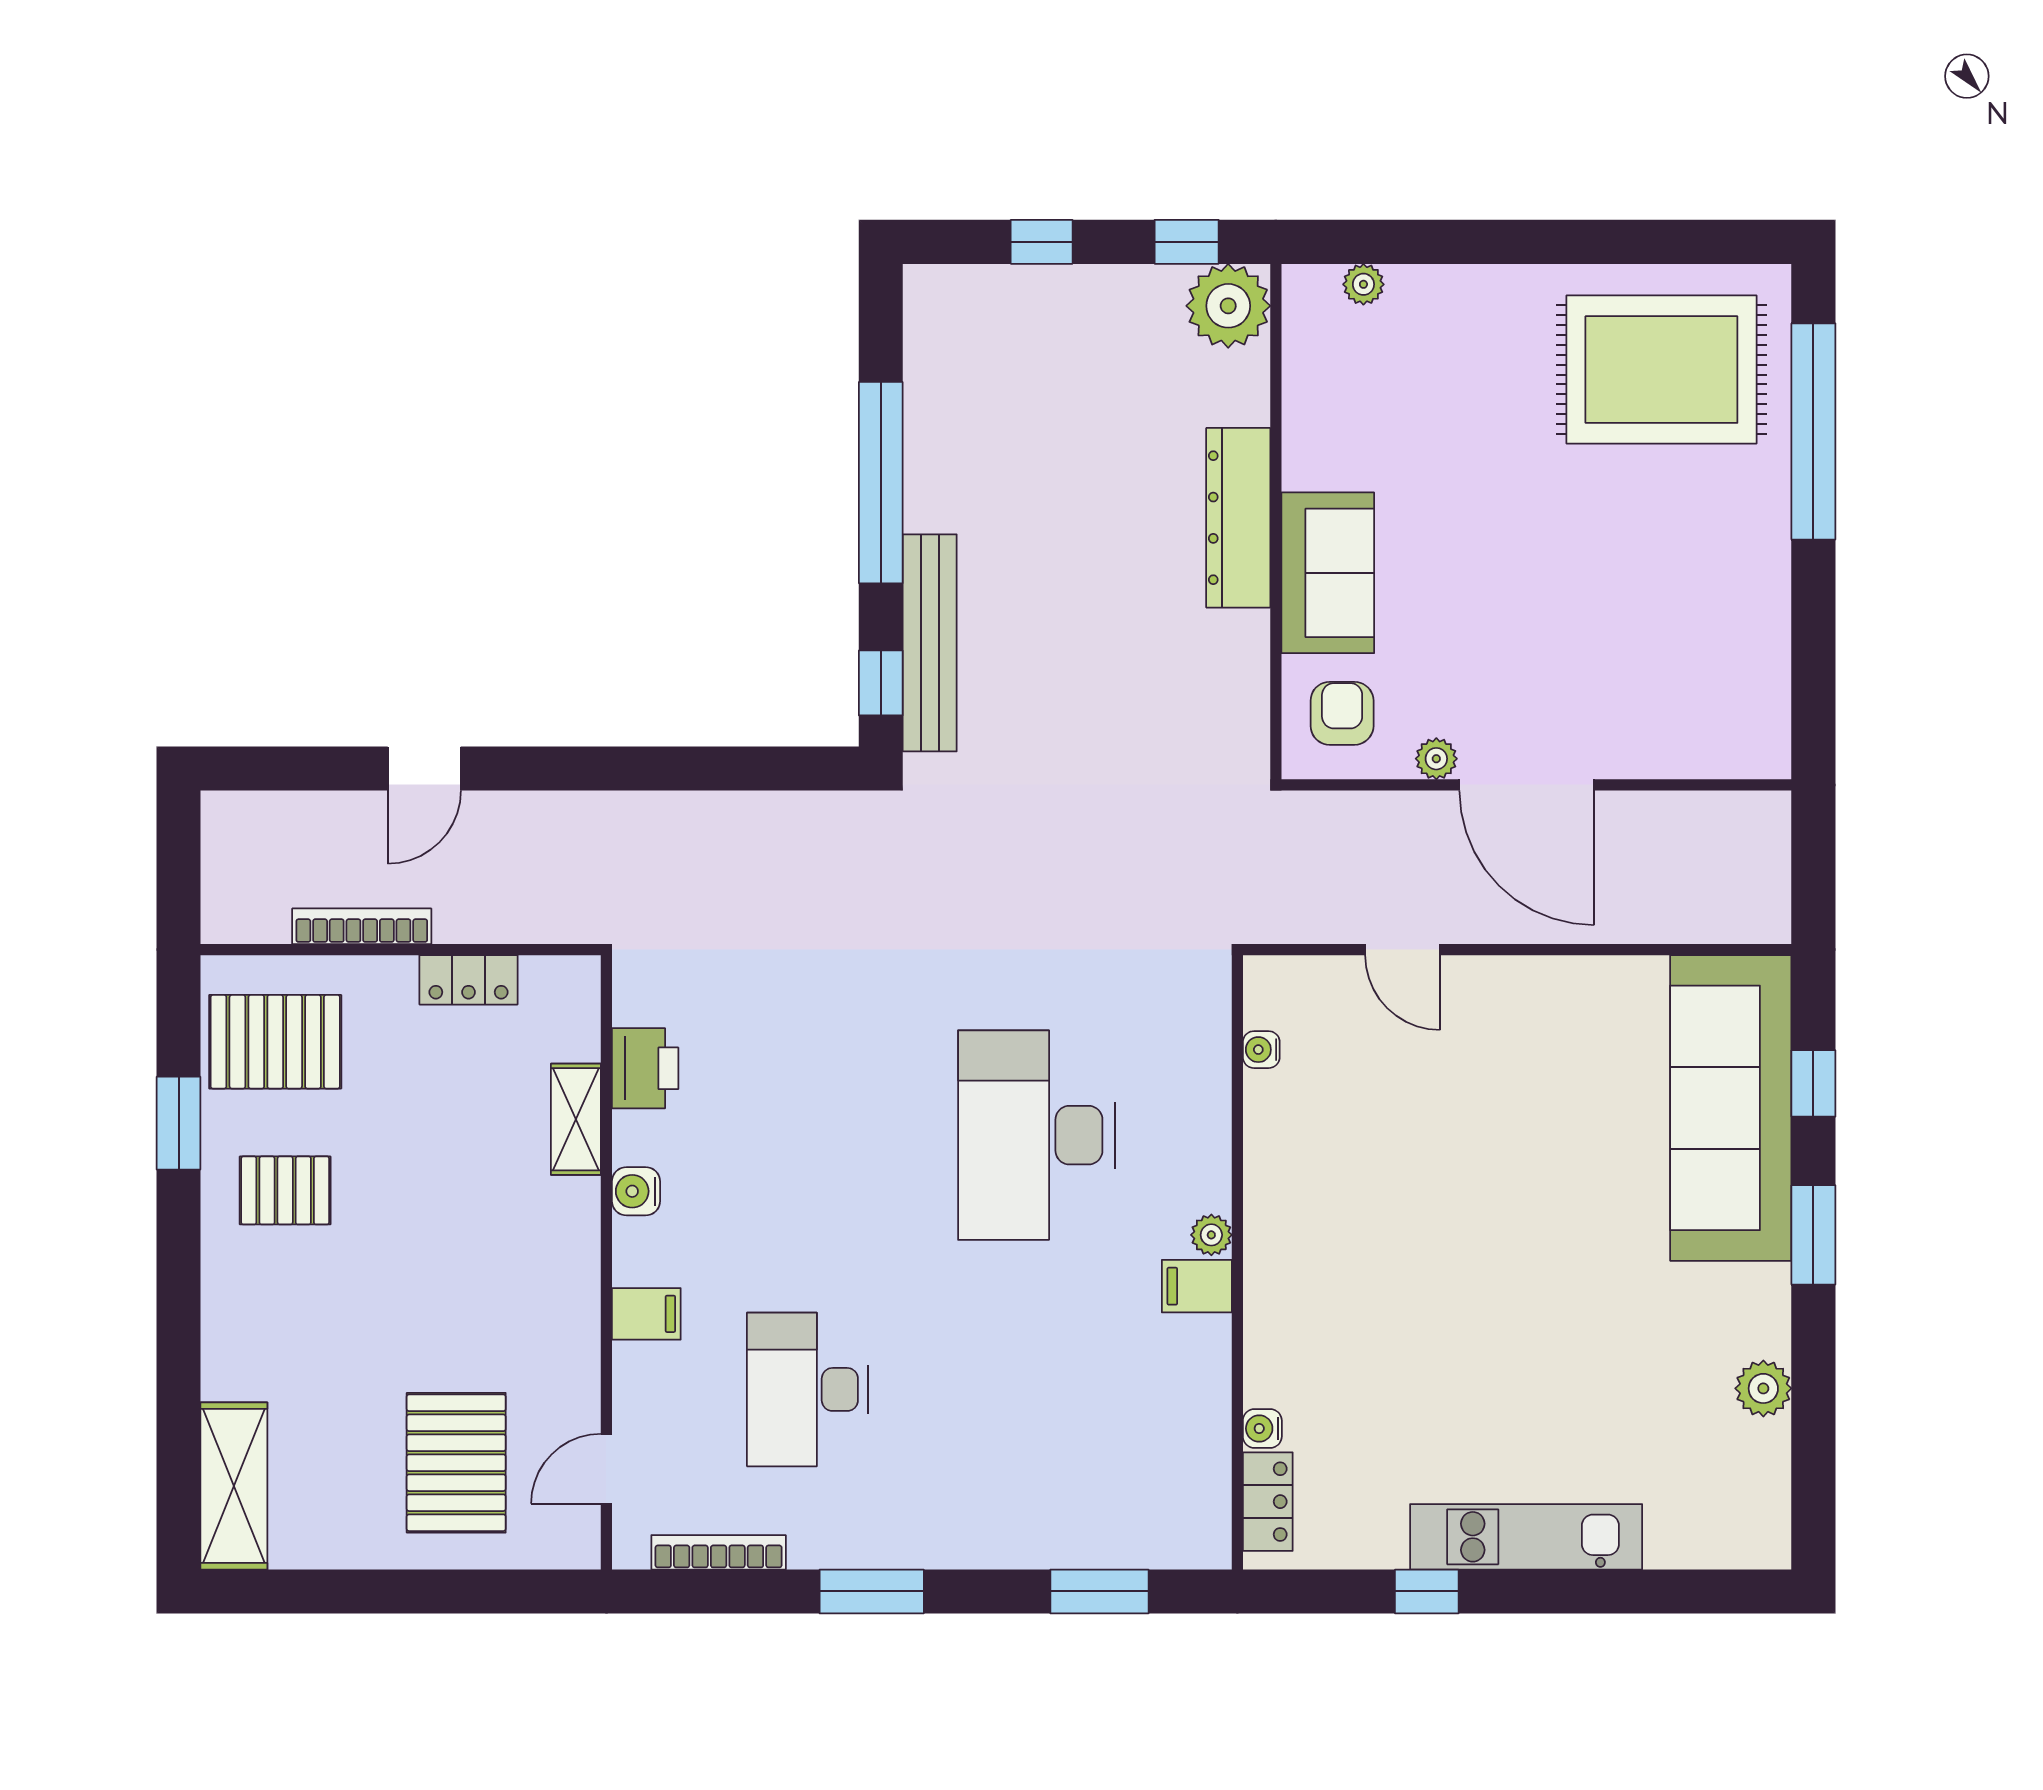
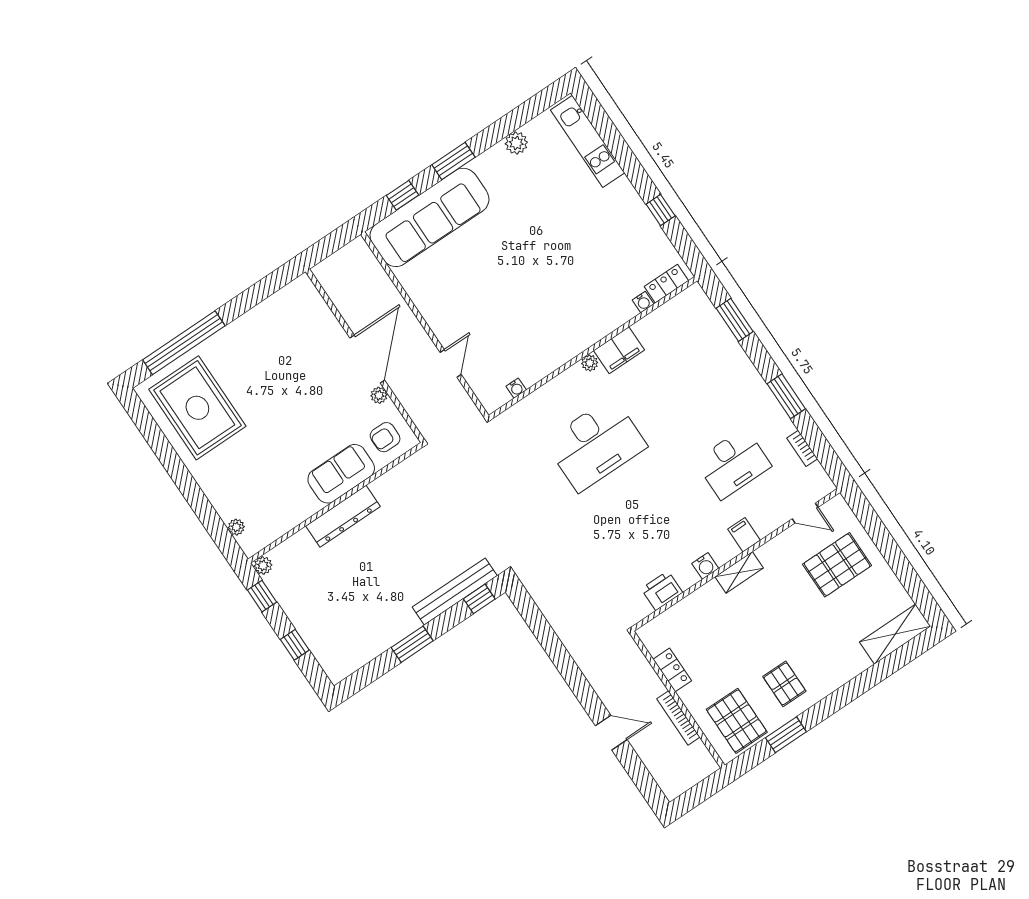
plant: (1228, 306) -> (263, 565), width x0.53, depth x0.53
window: (881, 483) -> (412, 644), width x0.47
shelving: (576, 1119) -> (739, 572), moved
filing cabinet: (1197, 1286) -> (619, 350), width x2.00
kitchen unit: (1526, 1537) -> (588, 141), moved
bookcase: (719, 1552) -> (802, 448), width x0.64

